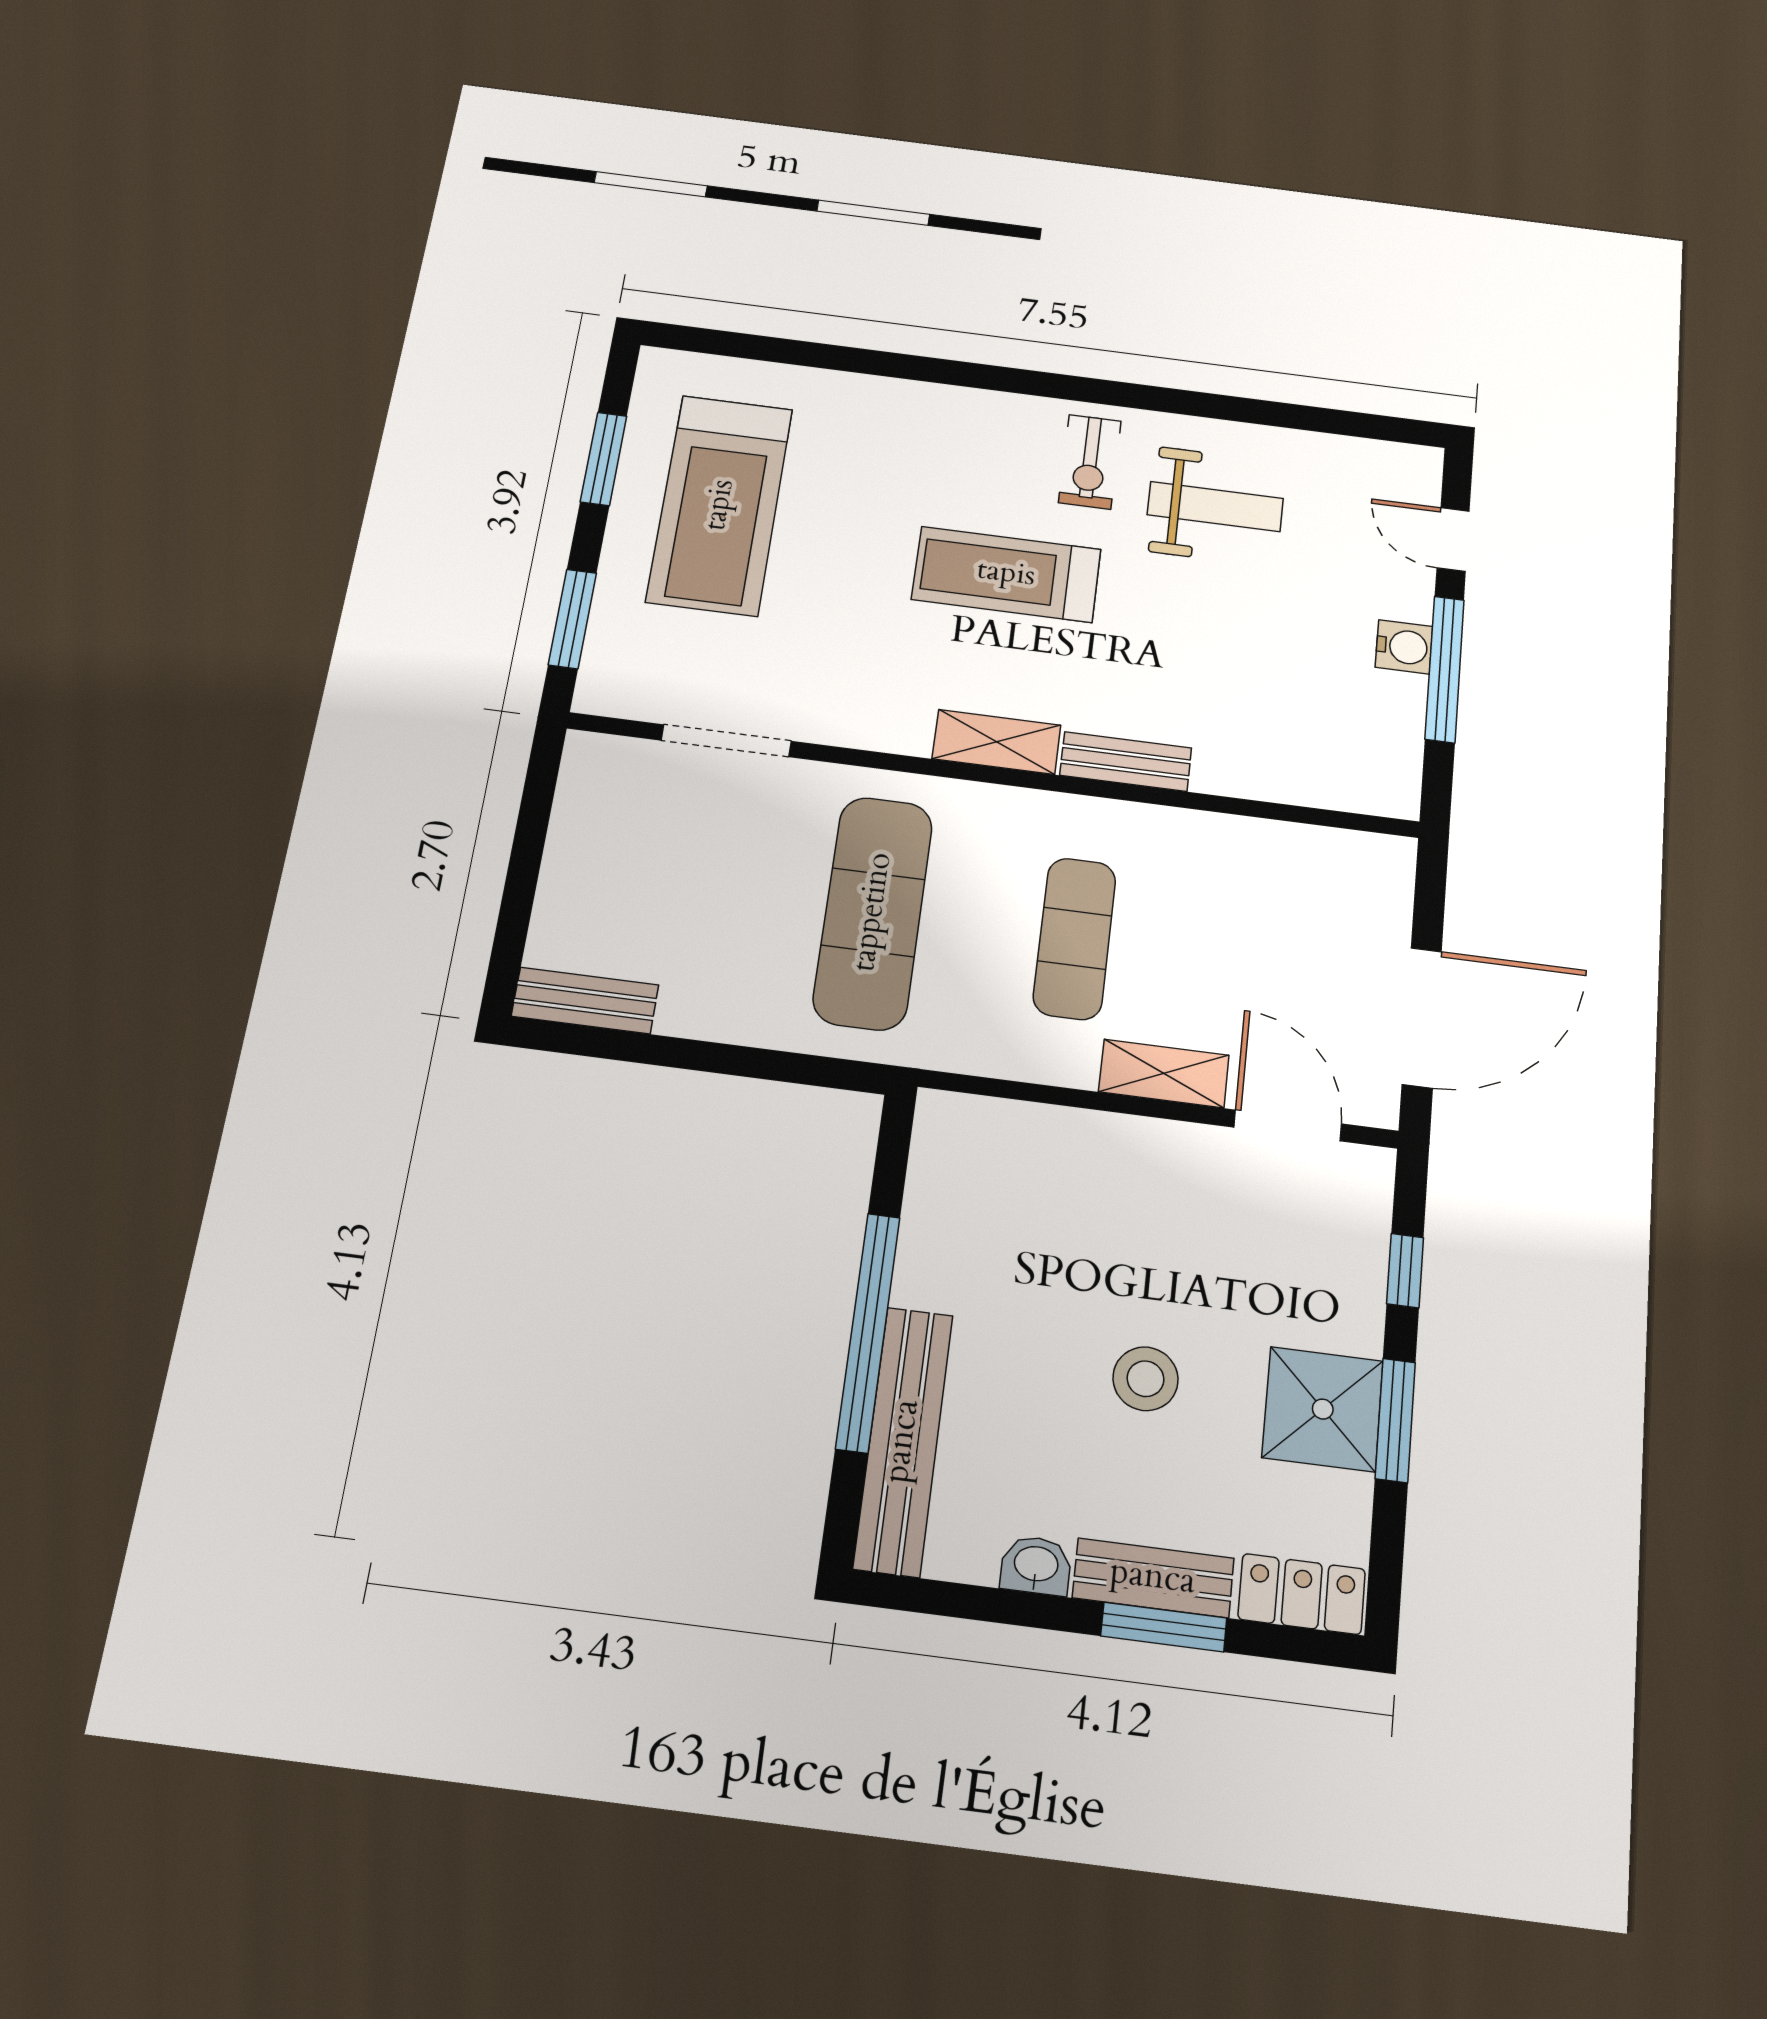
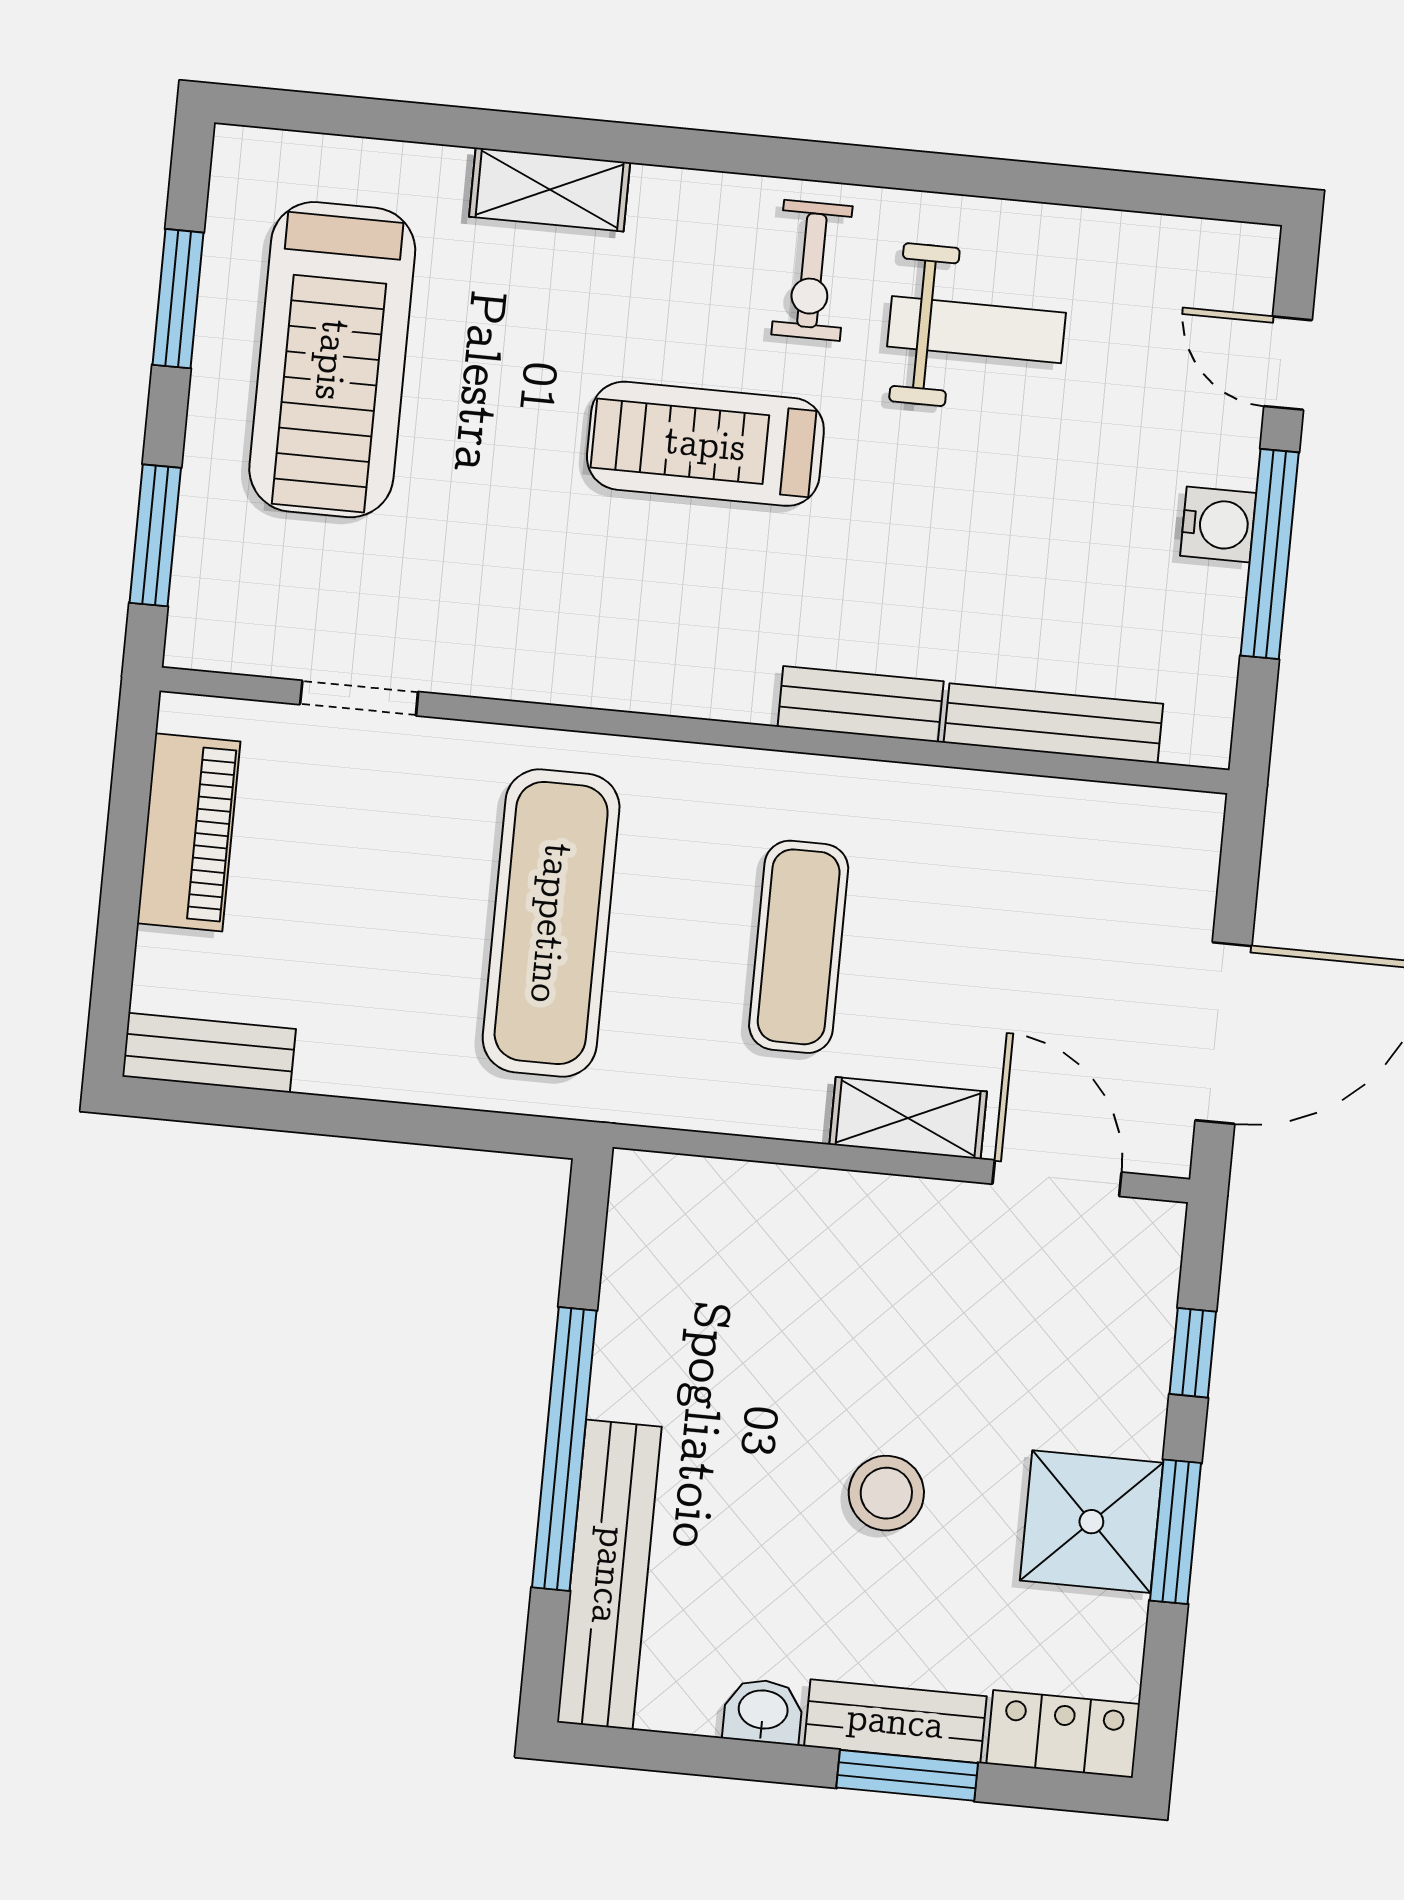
doorway: (726, 741) -> (359, 698), width x0.73
shelving: (997, 742) -> (550, 190), moved
bench: (1279, 782) -> (1053, 723), added
piano: (582, 833) -> (189, 832), added

